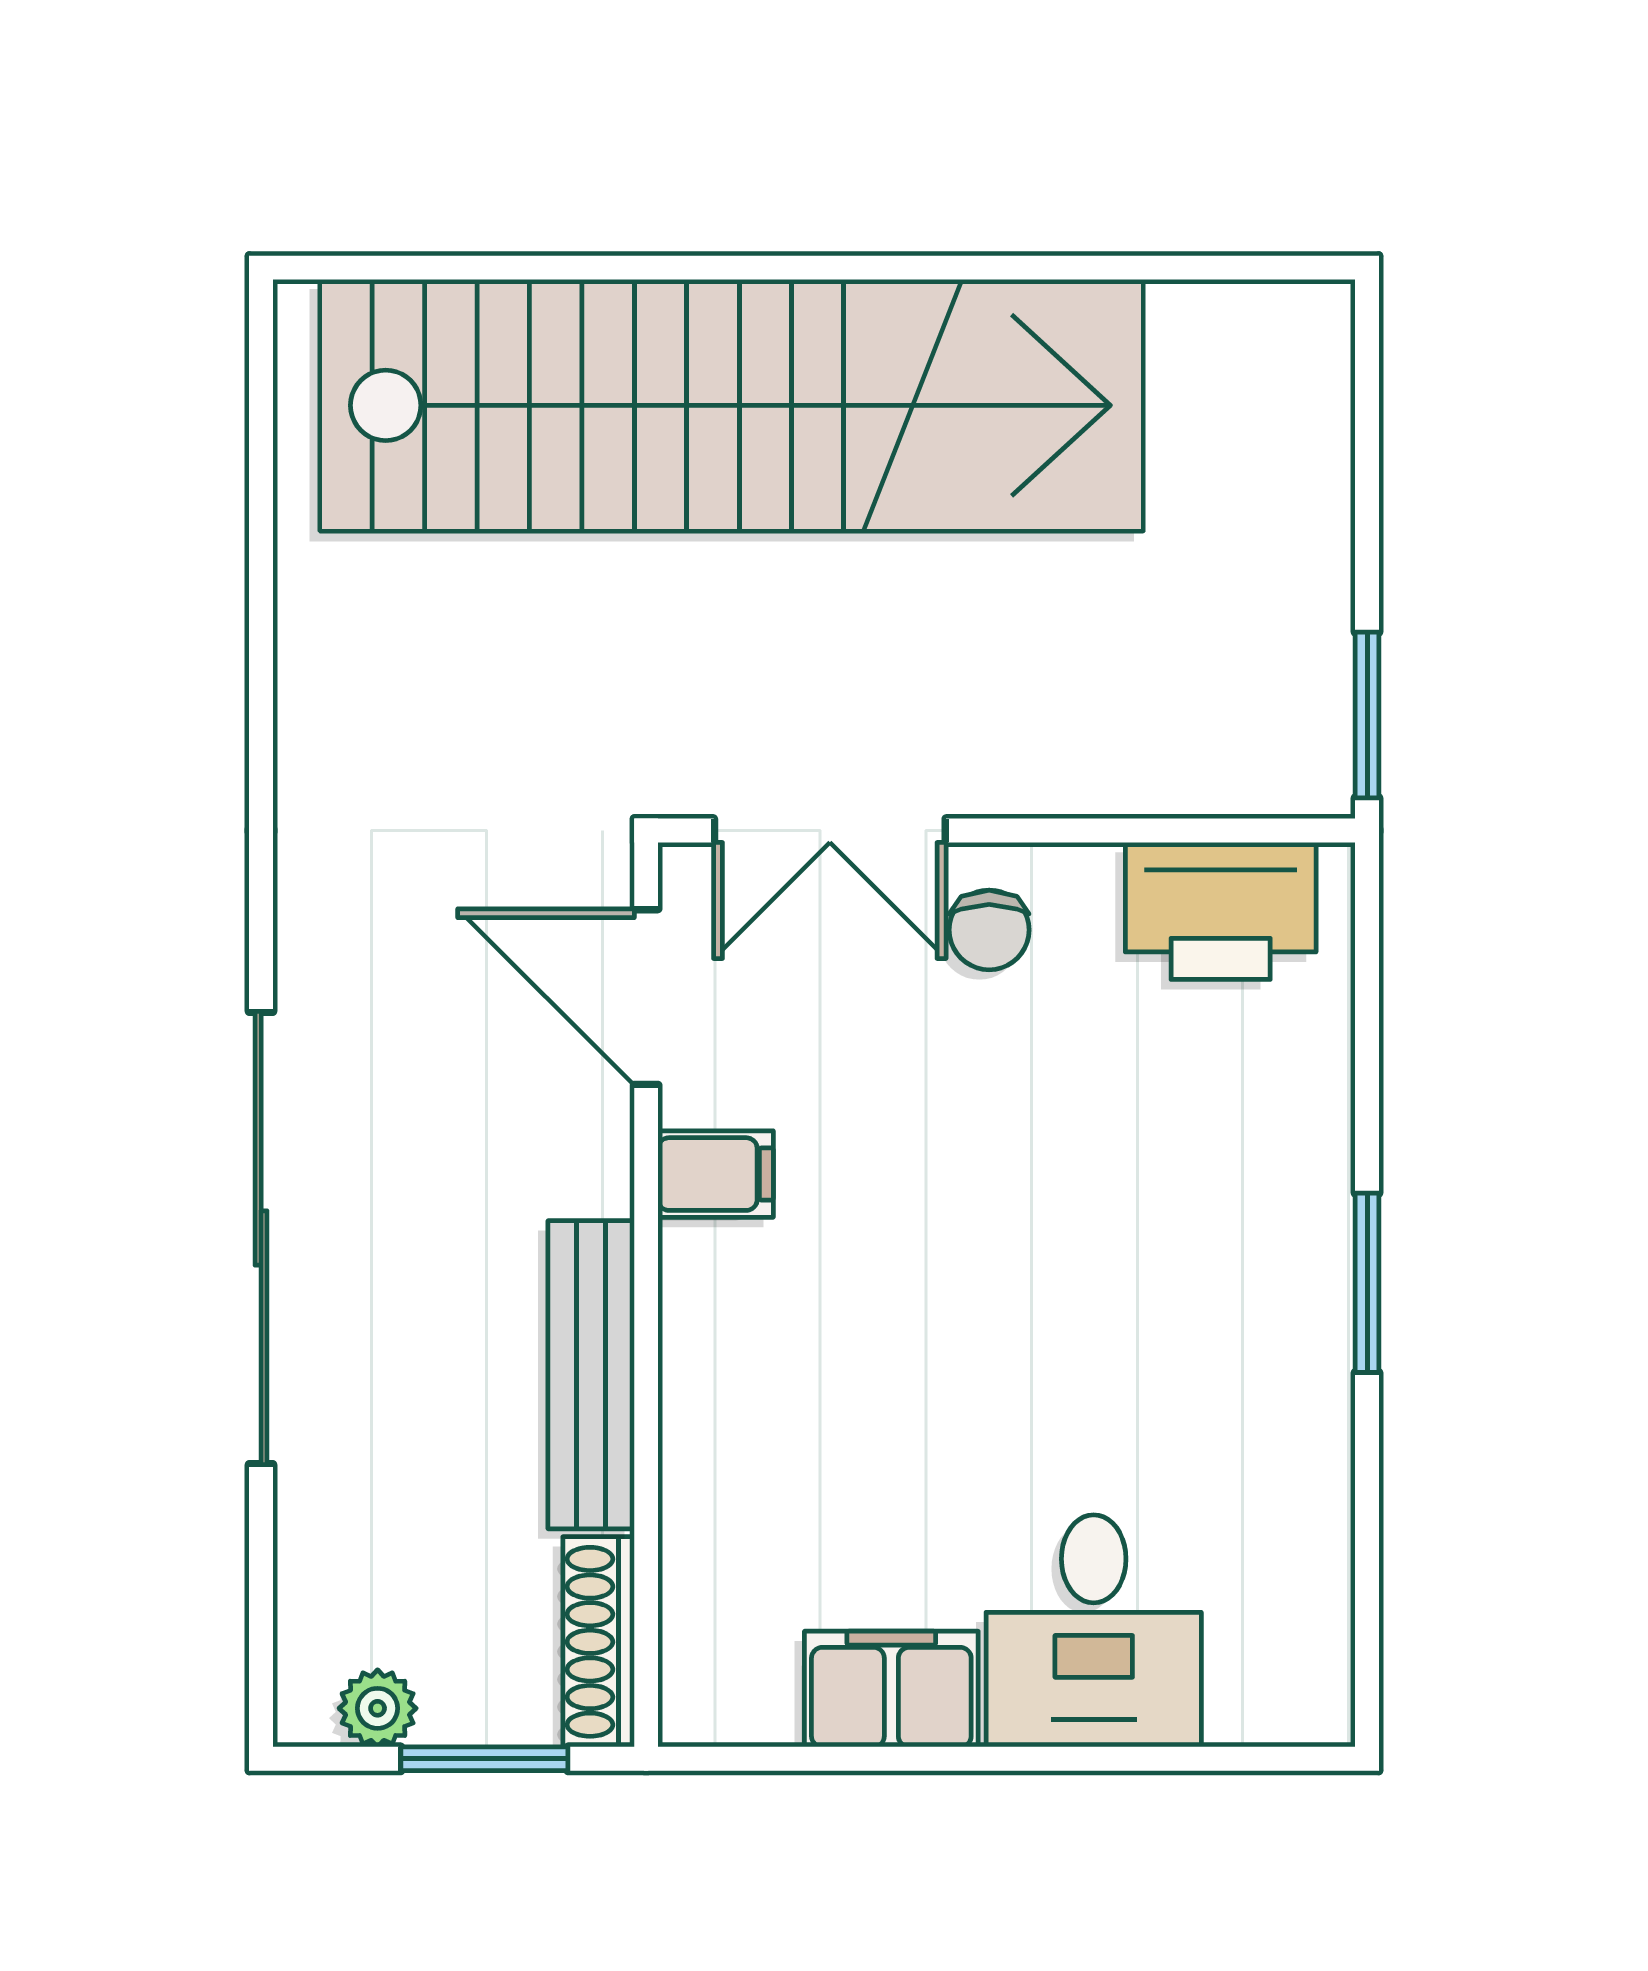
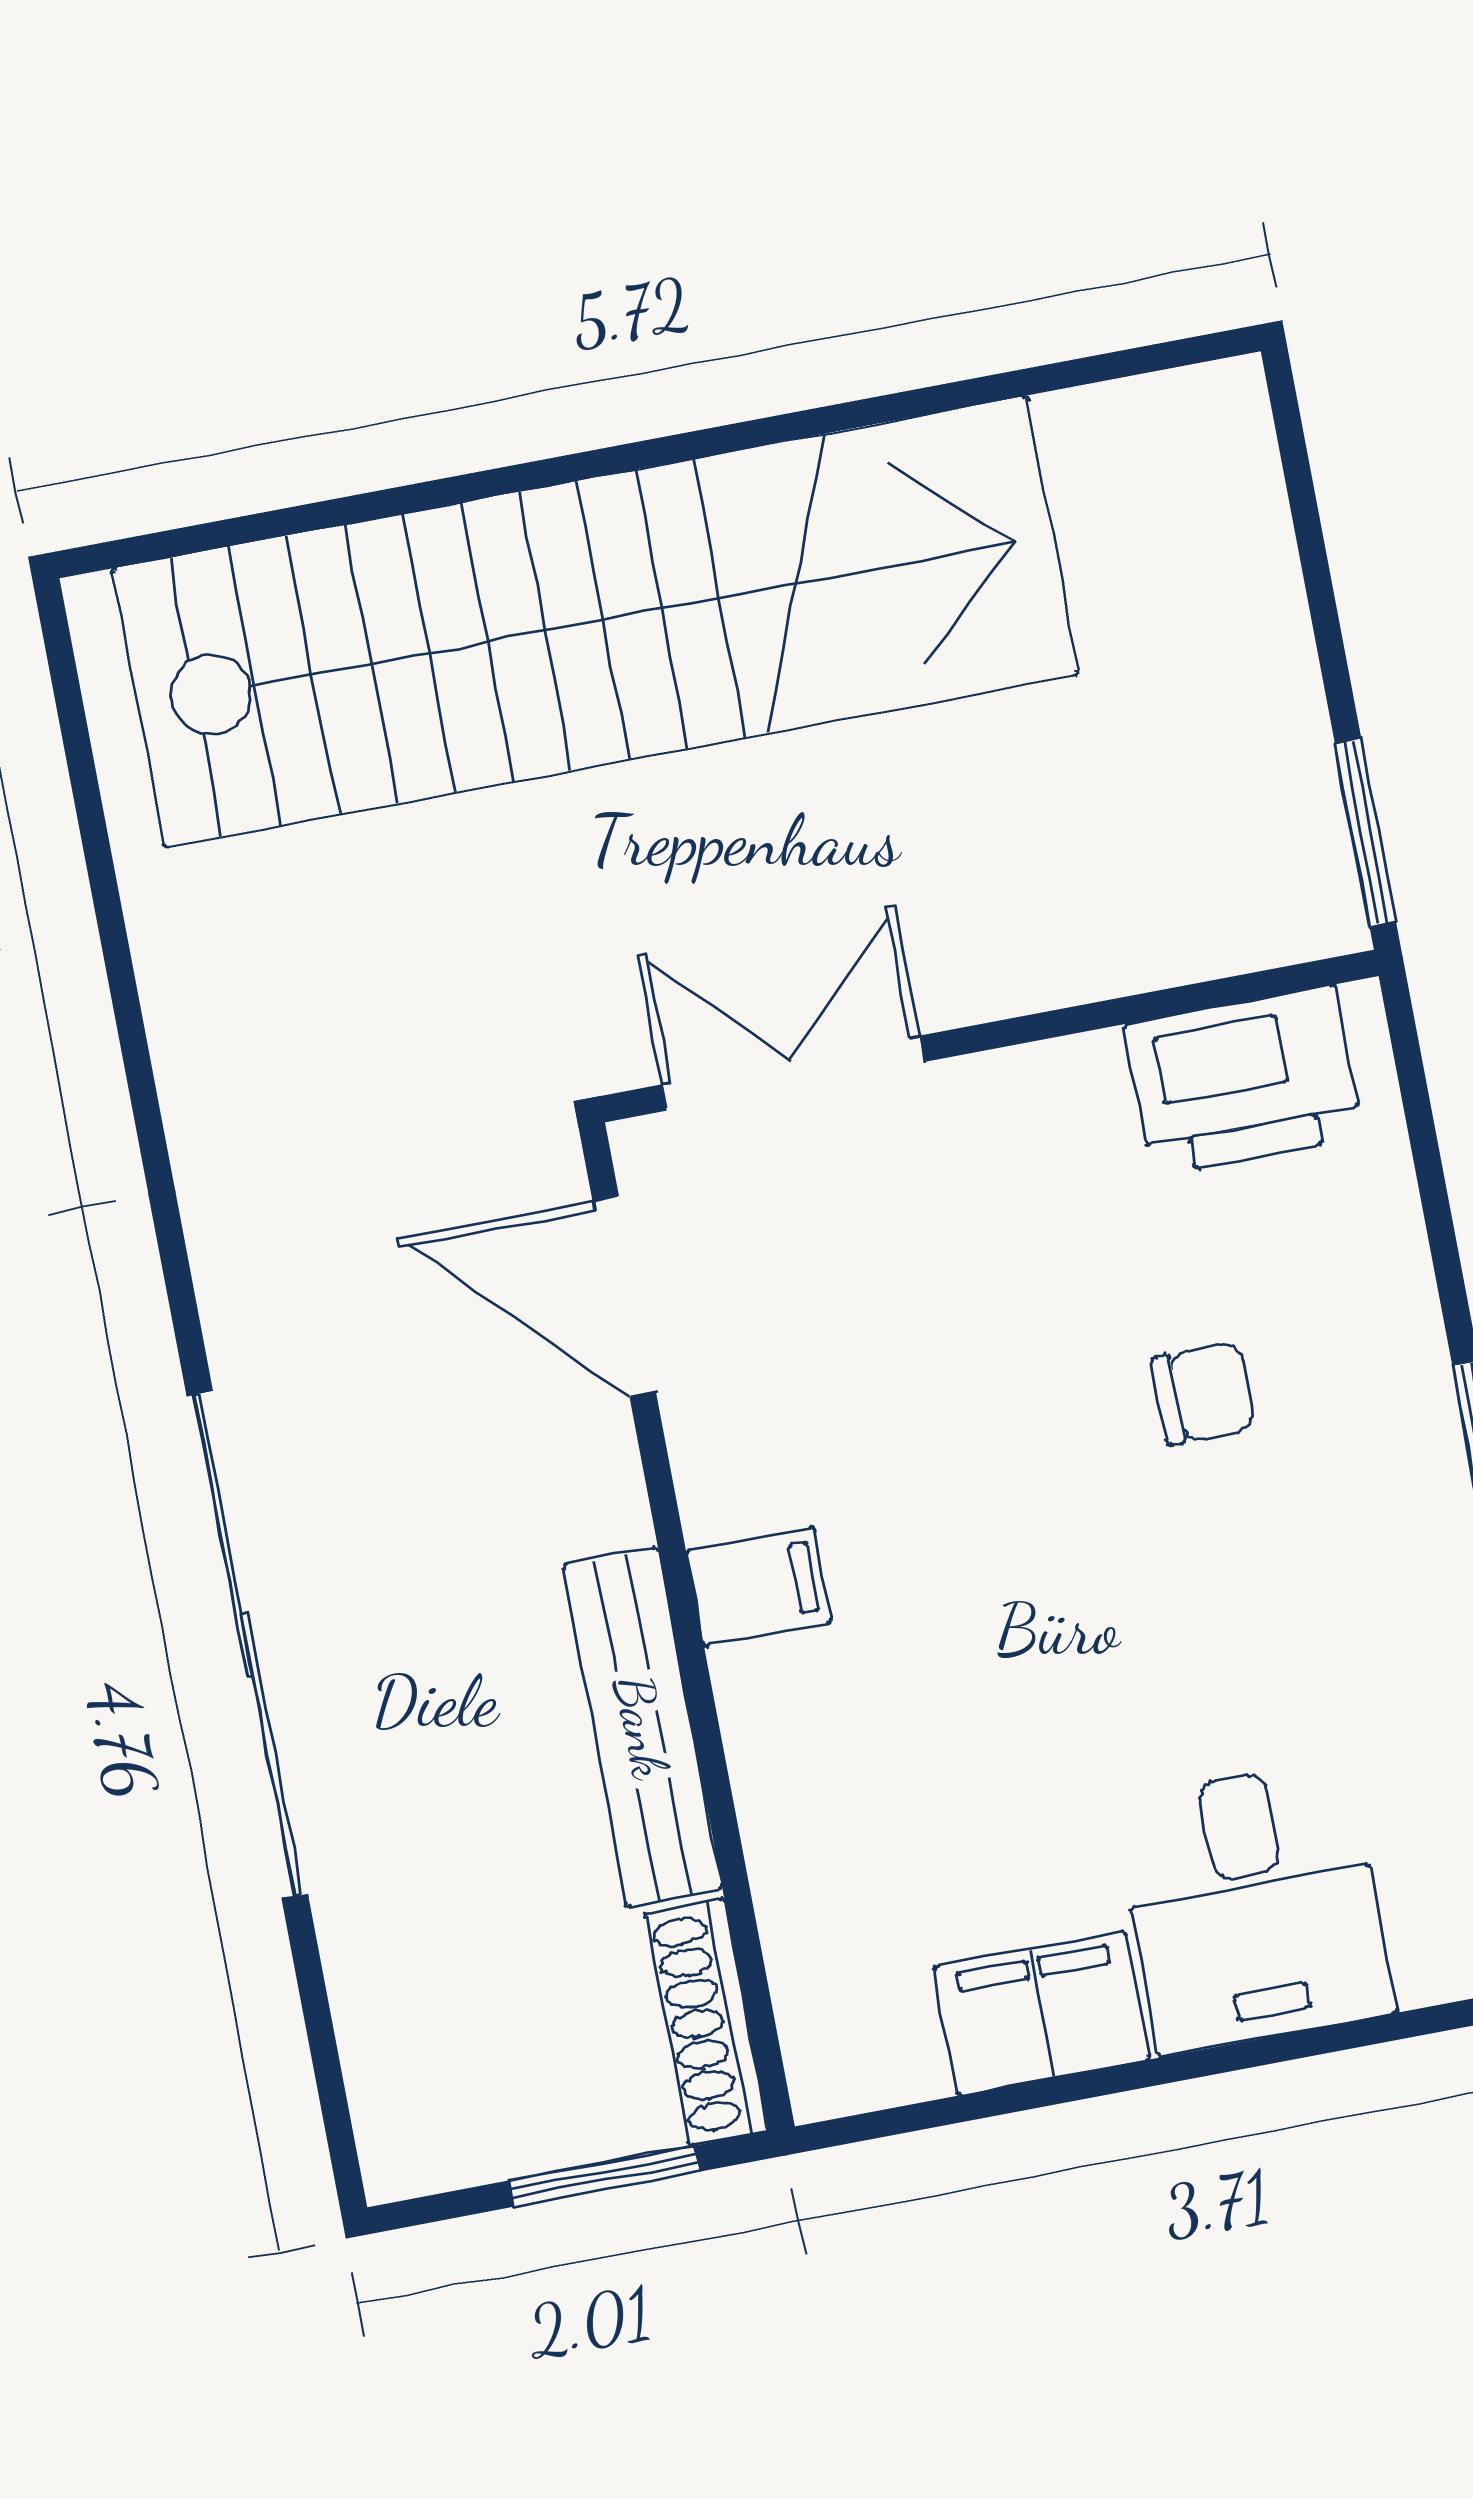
double door: (830, 831) -> (793, 1073), swing flipped
chair: (989, 930) -> (1204, 1393), moved, turned -90
filing cabinet: (716, 1174) -> (759, 1586), moved
plant: (378, 1708) -> (475, 2142), removed

